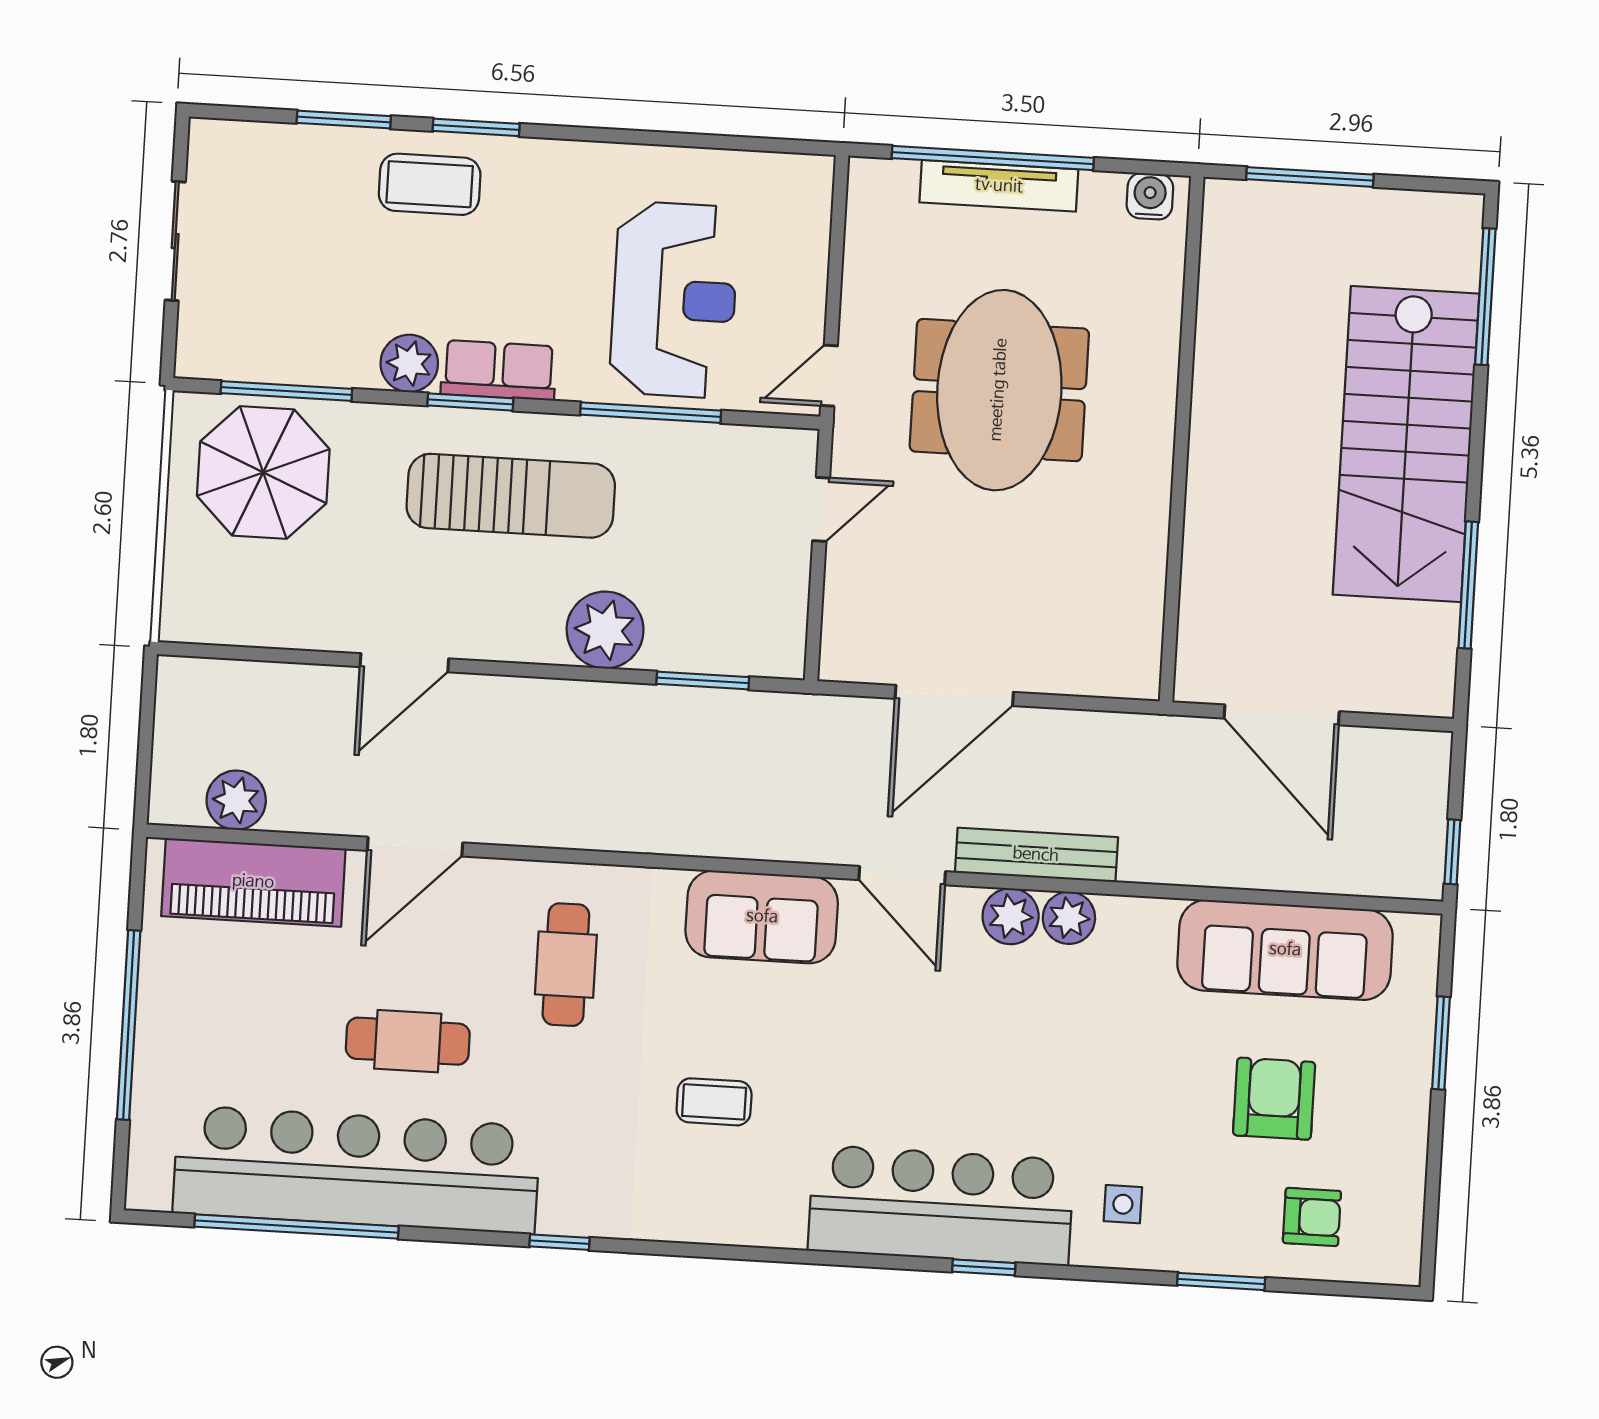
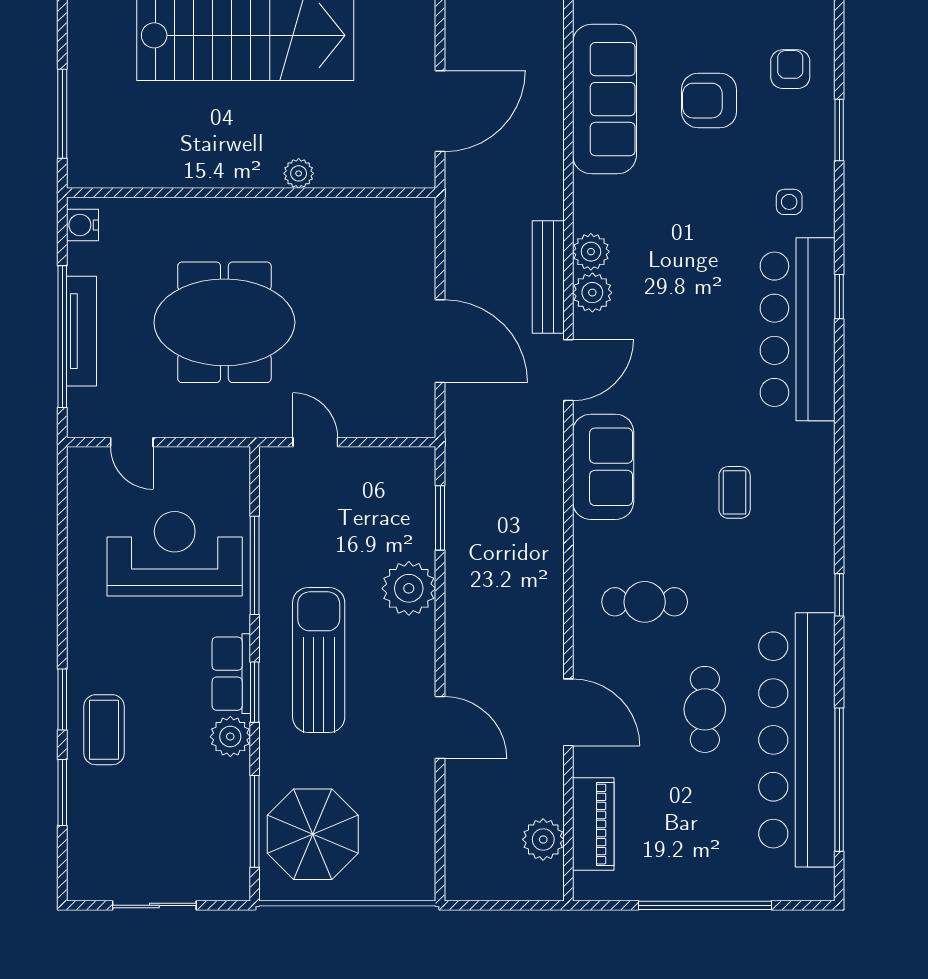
door: (829, 376) -> (132, 442), moved
plant: (1205, 508) -> (299, 173), added
piano: (253, 882) -> (593, 824), width x0.73, depth x0.75

